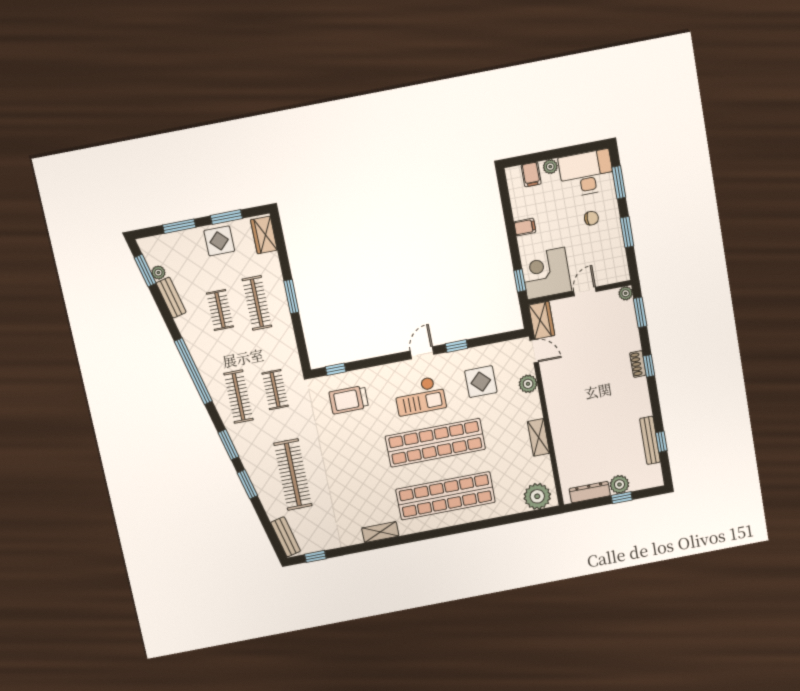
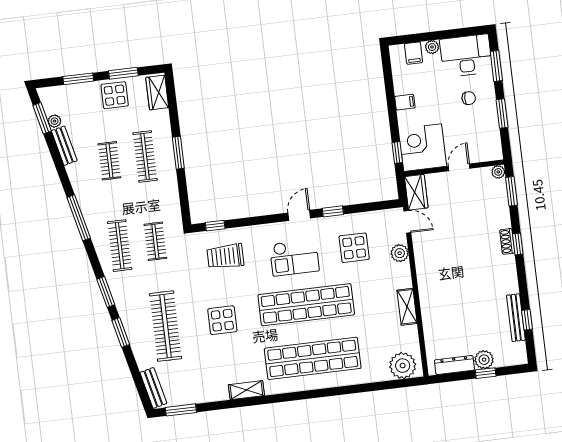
window: (193, 371) -> (79, 218), width x0.68
display table: (351, 464) -> (222, 320), added
window: (315, 556) -> (181, 410), width x1.50

